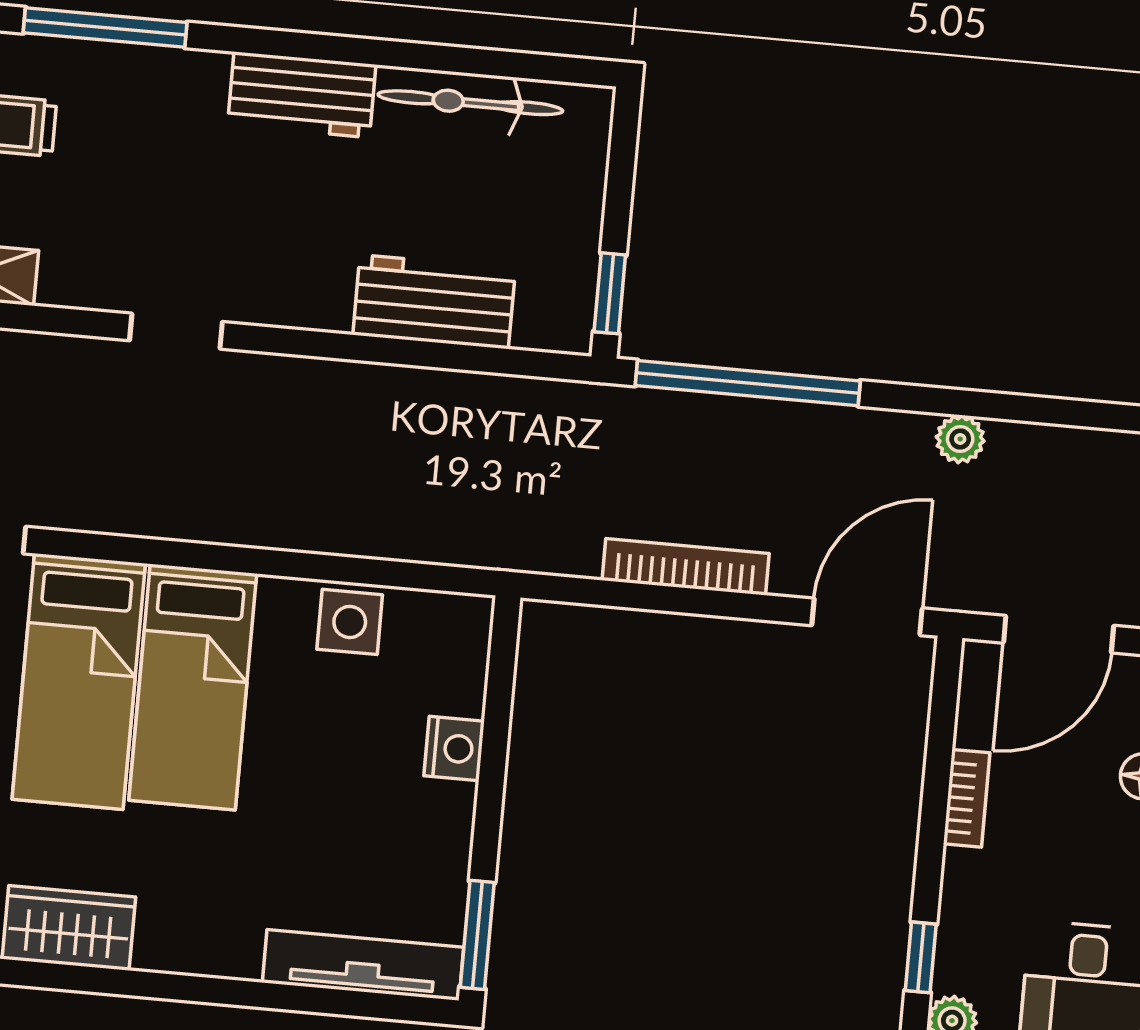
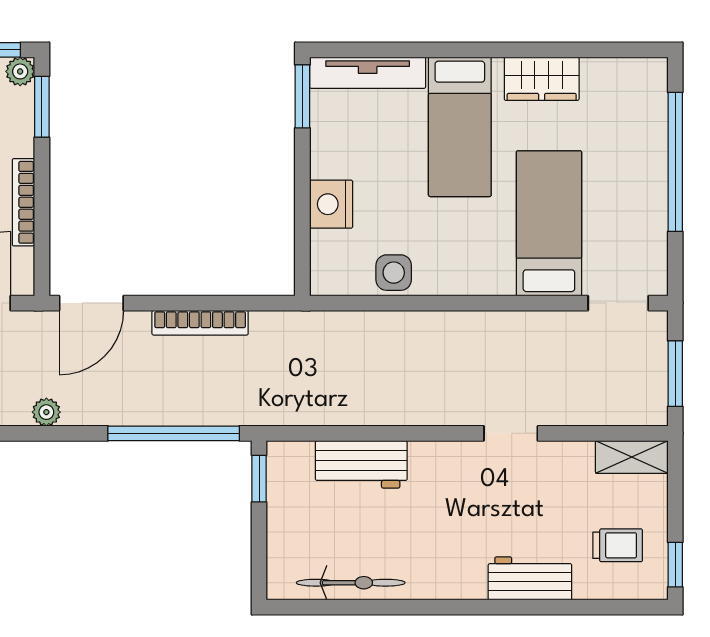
window: (105, 28) -> (568, 607), removed
workbench: (302, 95) -> (530, 578), moved
bed: (193, 687) -> (460, 127), moved, turned 180
nightstand: (454, 748) -> (331, 204), width x1.36, depth x1.33
bookcase: (967, 798) -> (23, 202), width x1.56
window: (921, 957) -> (42, 107), width x1.50

